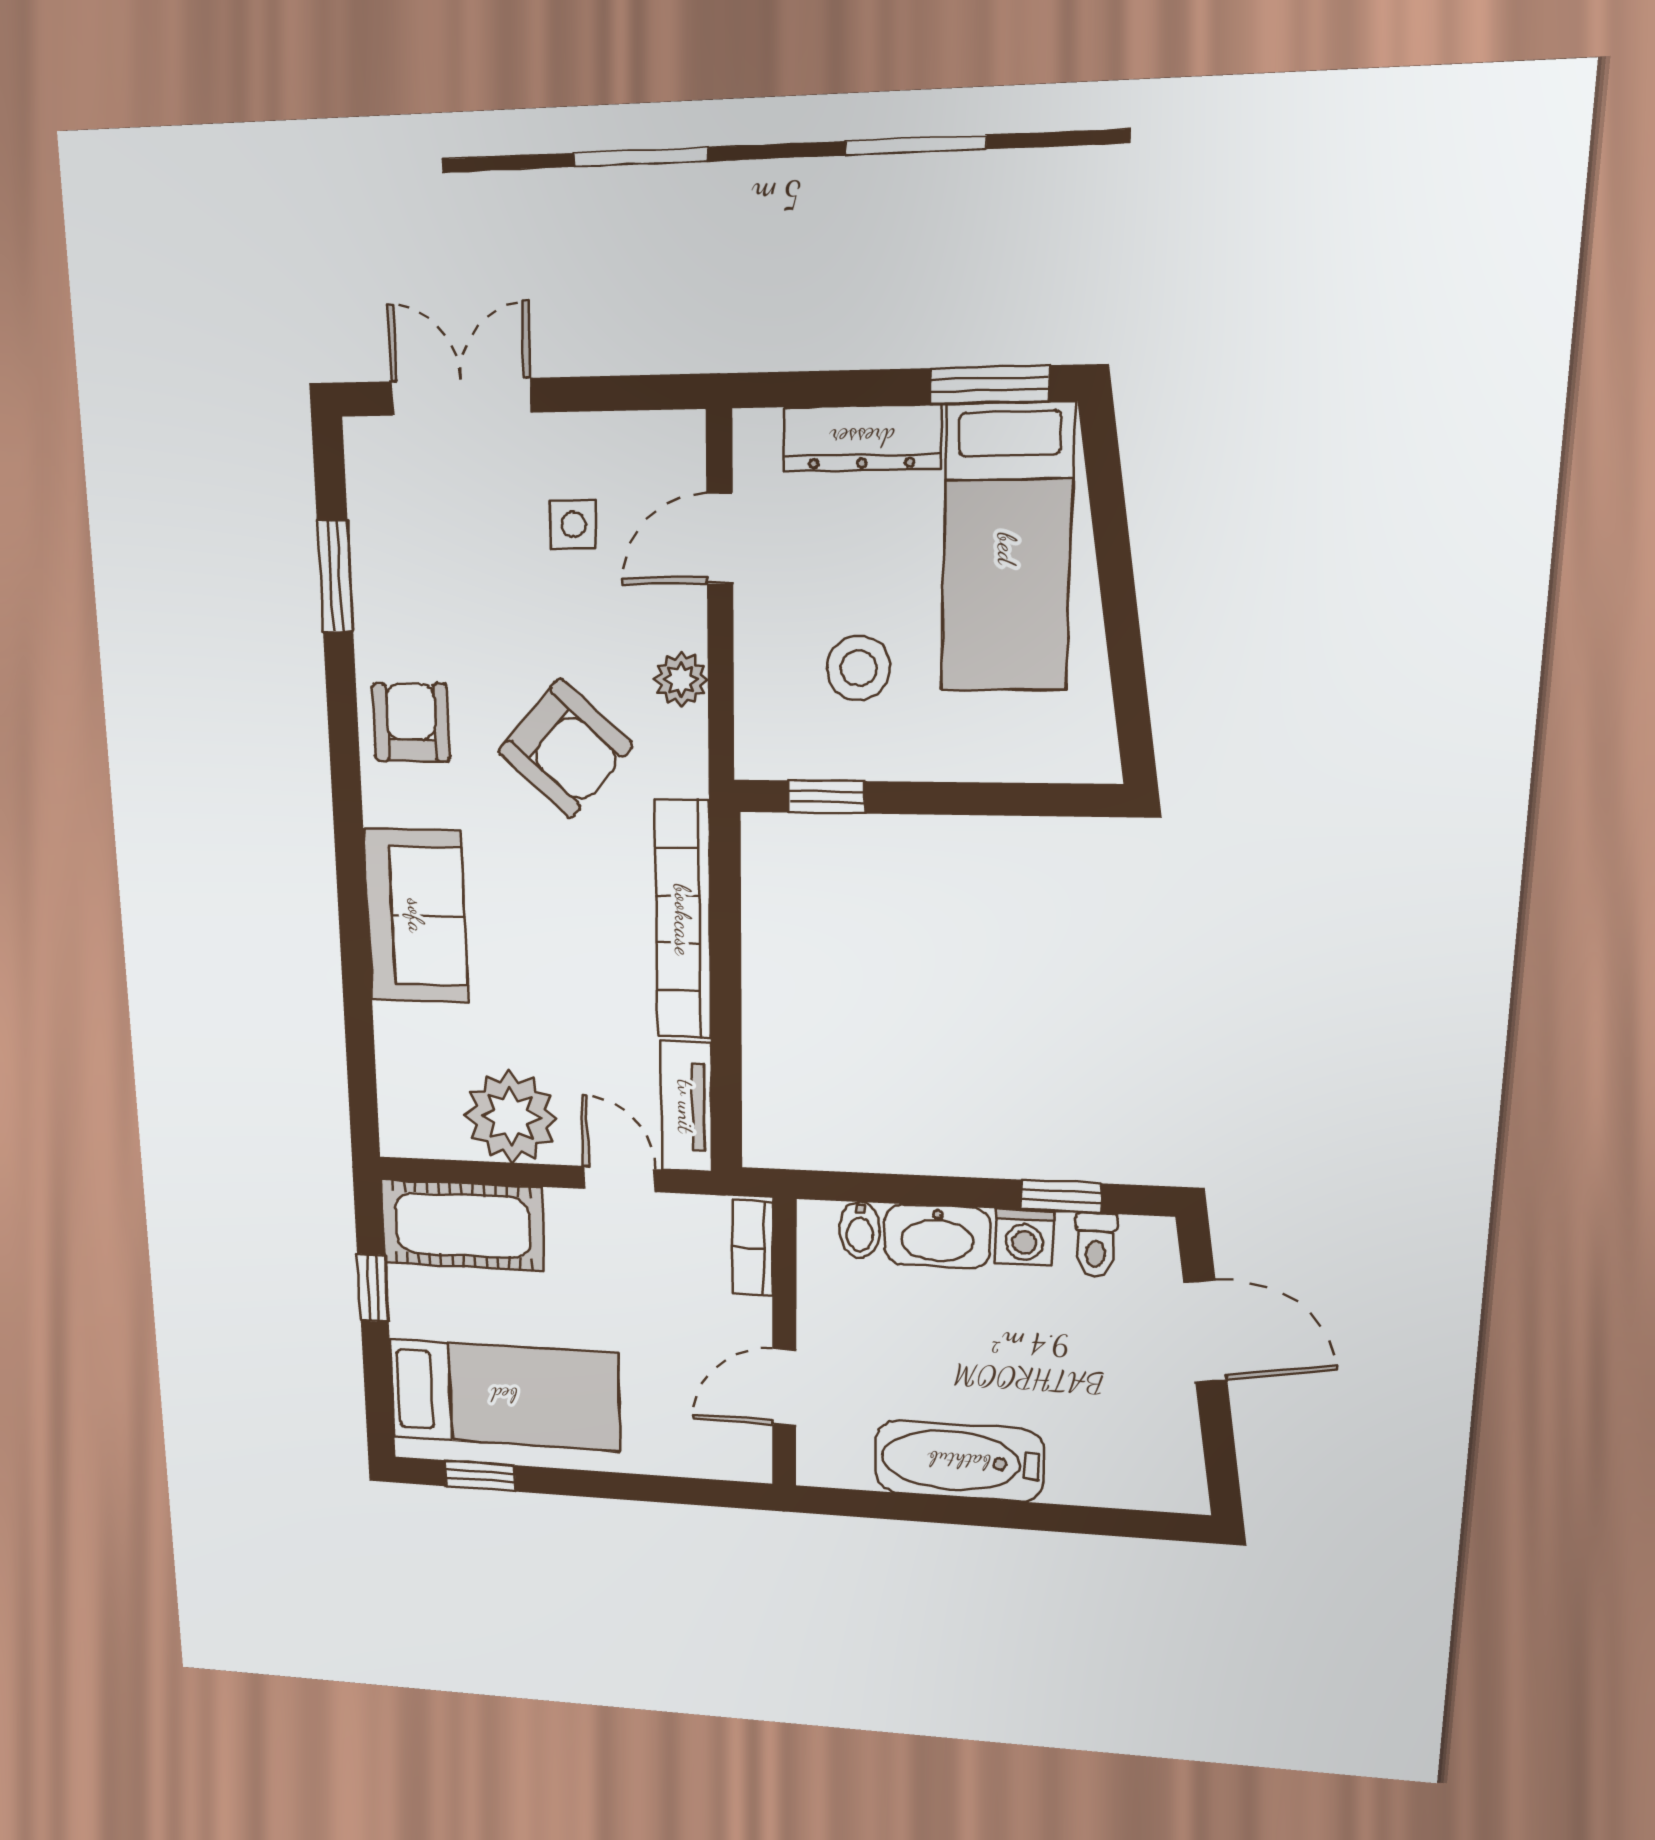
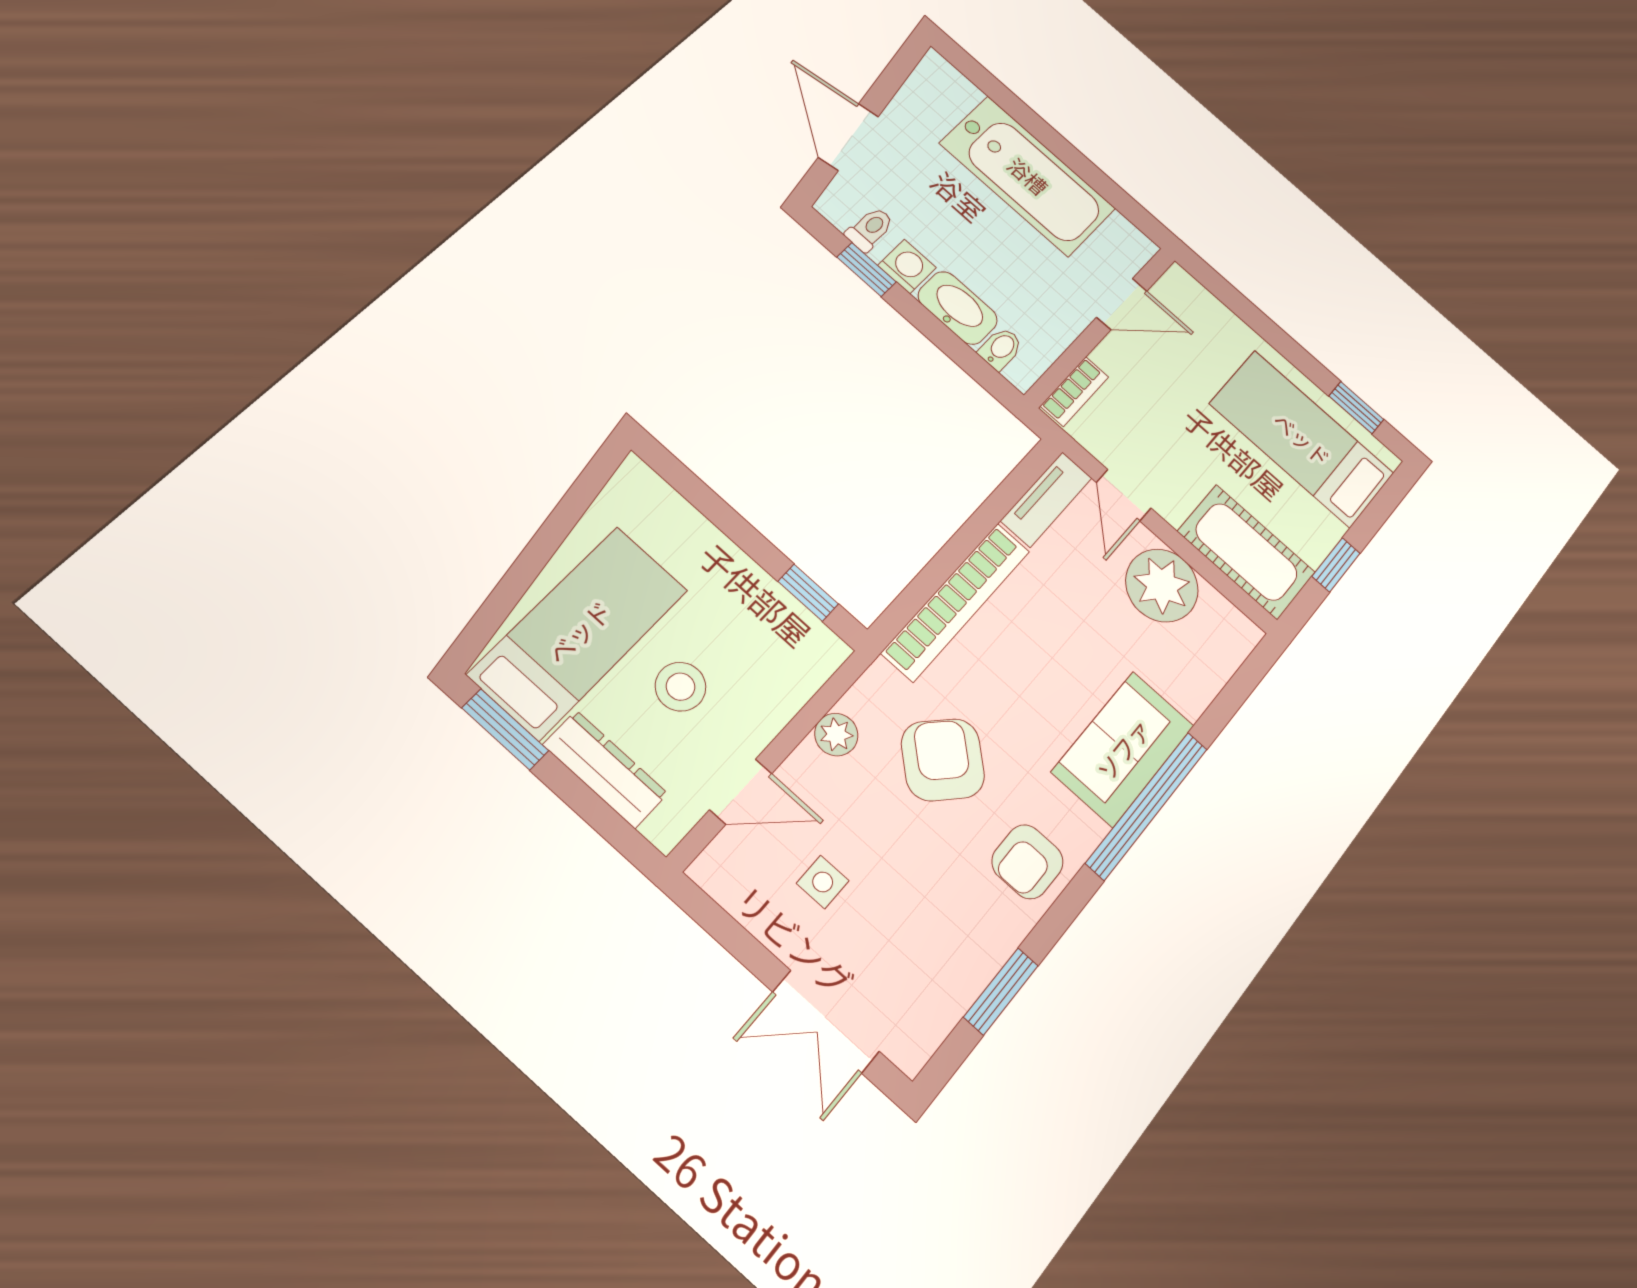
stool: (859, 668) -> (681, 687), moved
window: (351, 880) -> (1147, 805), added
bathtub: (959, 1461) -> (1028, 176), width x1.36, depth x1.36

